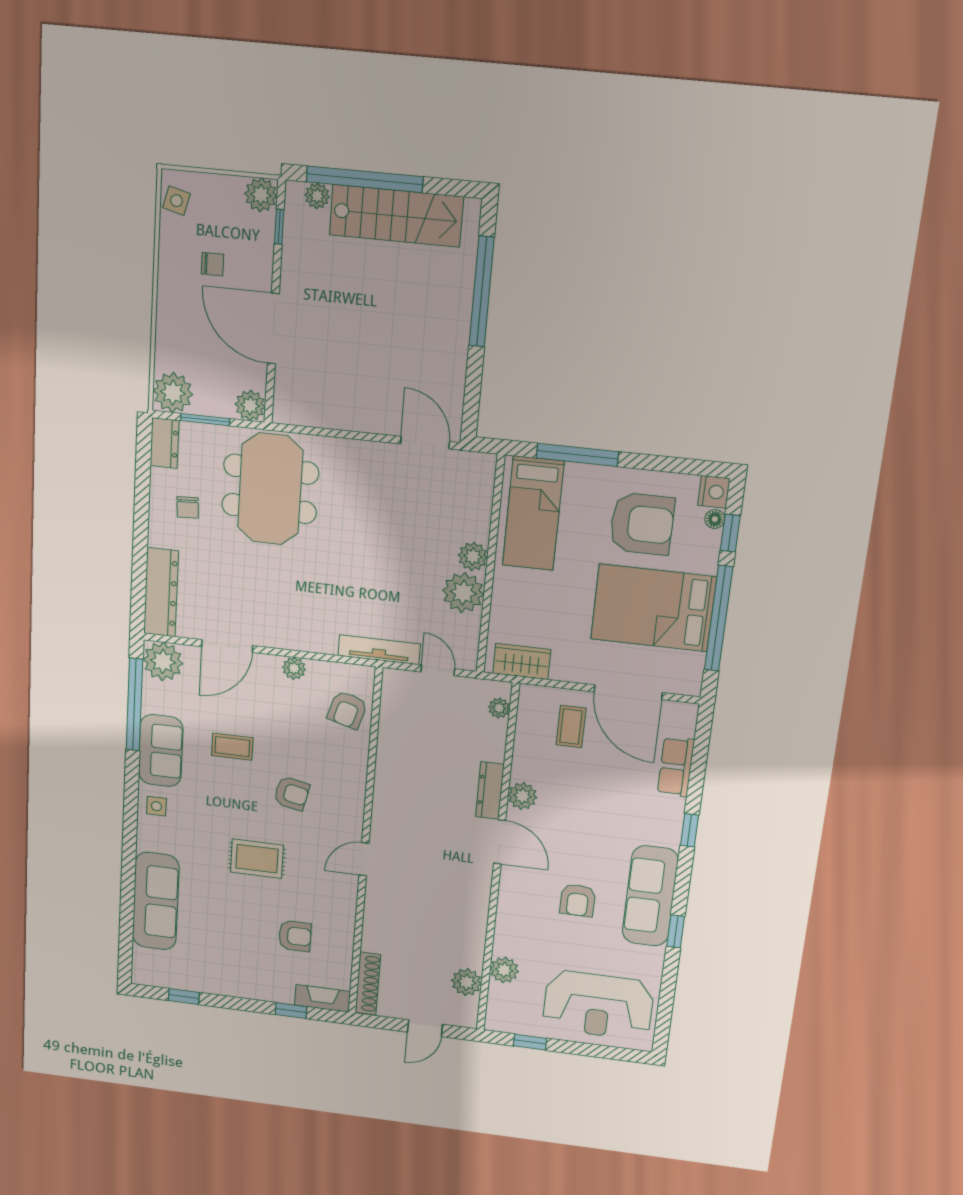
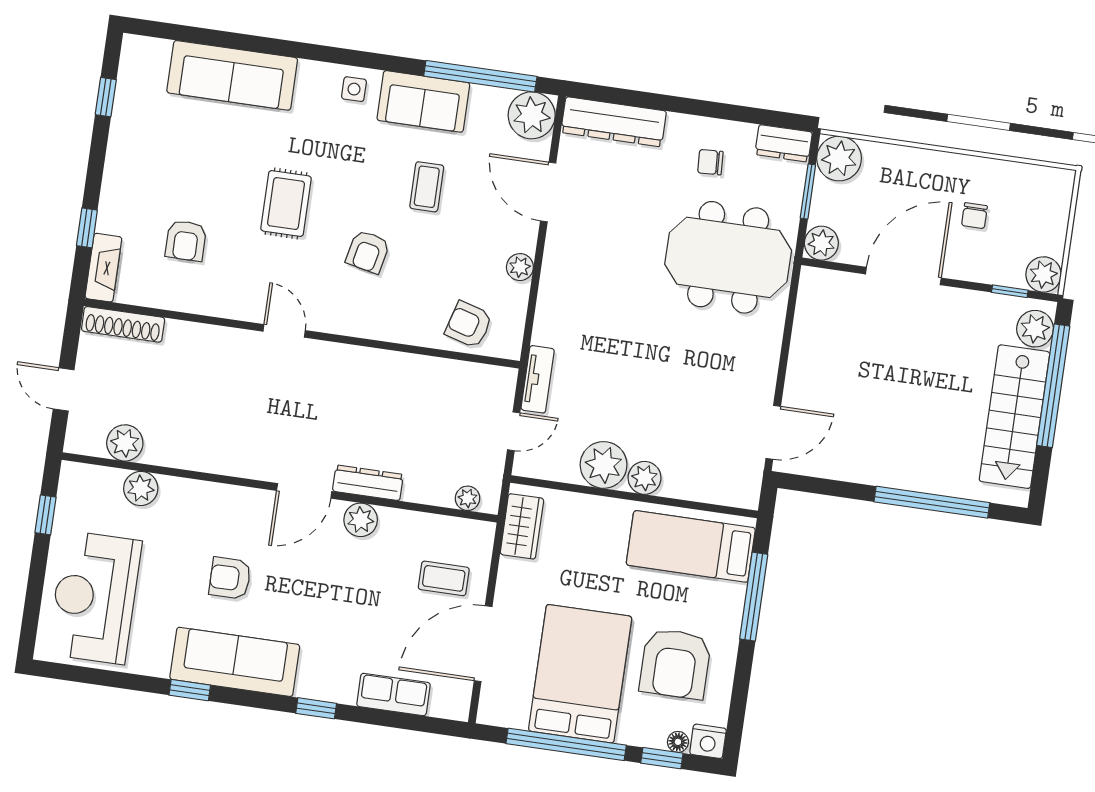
plant: (317, 196) -> (1035, 329), width x1.38, depth x1.38
side table: (176, 201) -> (1042, 183), removed
tv unit: (379, 650) -> (538, 379), width x0.71

